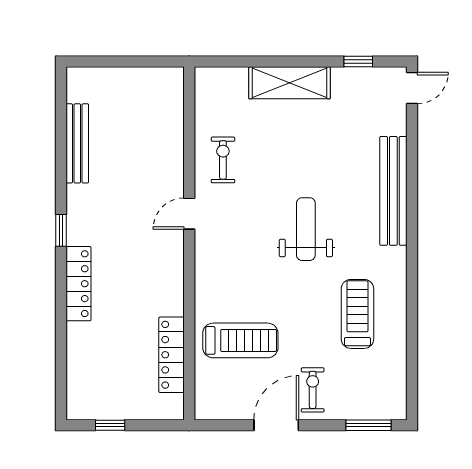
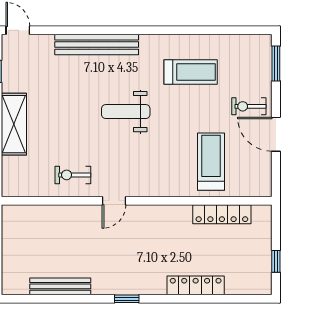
door: (189, 214) -> (114, 201), hinge flipped
locker: (79, 284) -> (196, 285), moved
treadmill: (357, 314) -> (191, 72), turned 180

